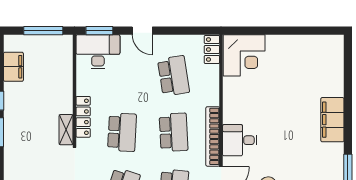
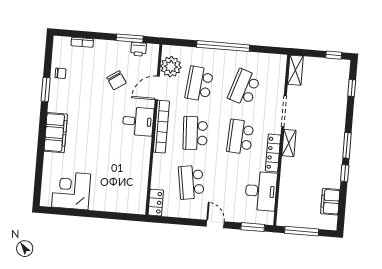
desk: (98, 52) -> (261, 191), moved, turned -90
corner desk: (244, 55) -> (71, 190), moved

